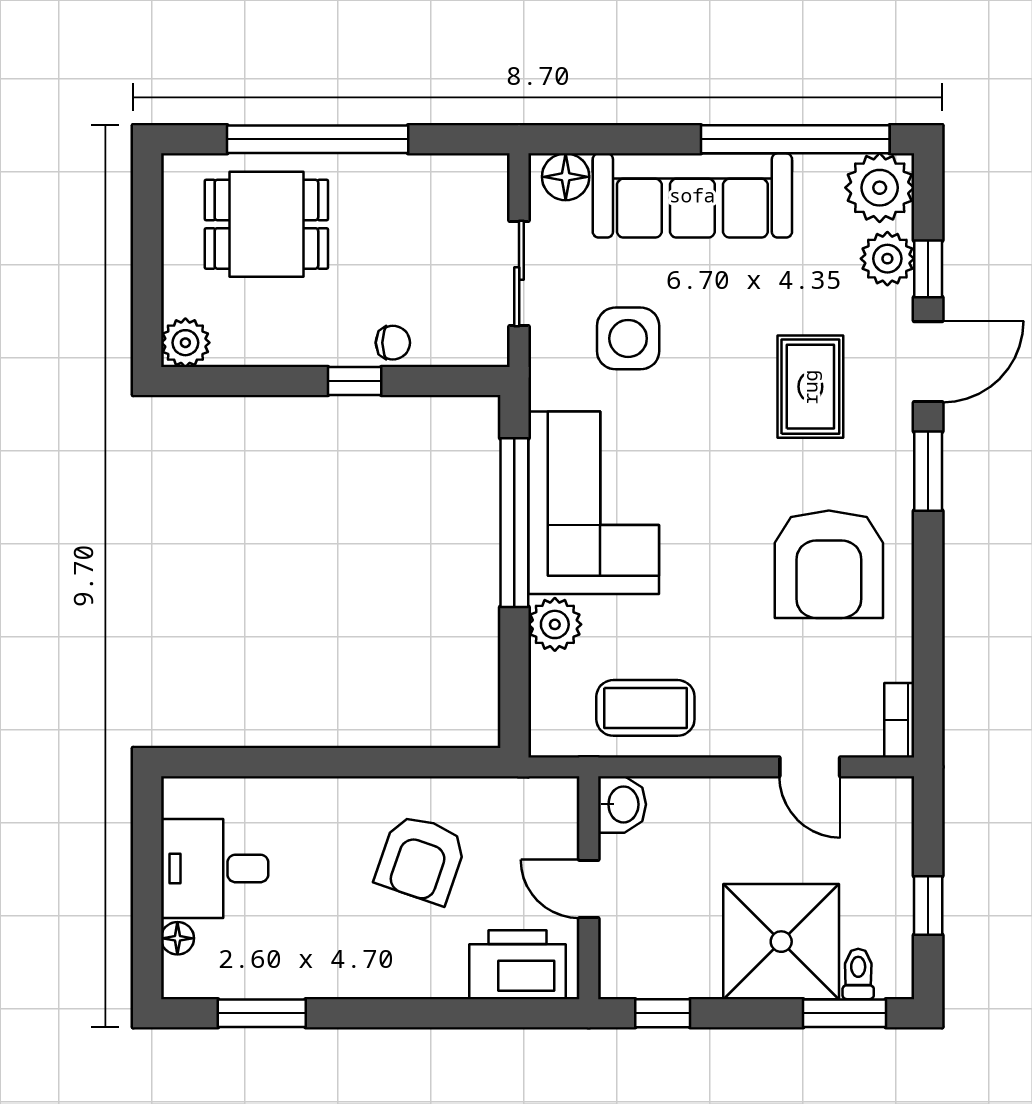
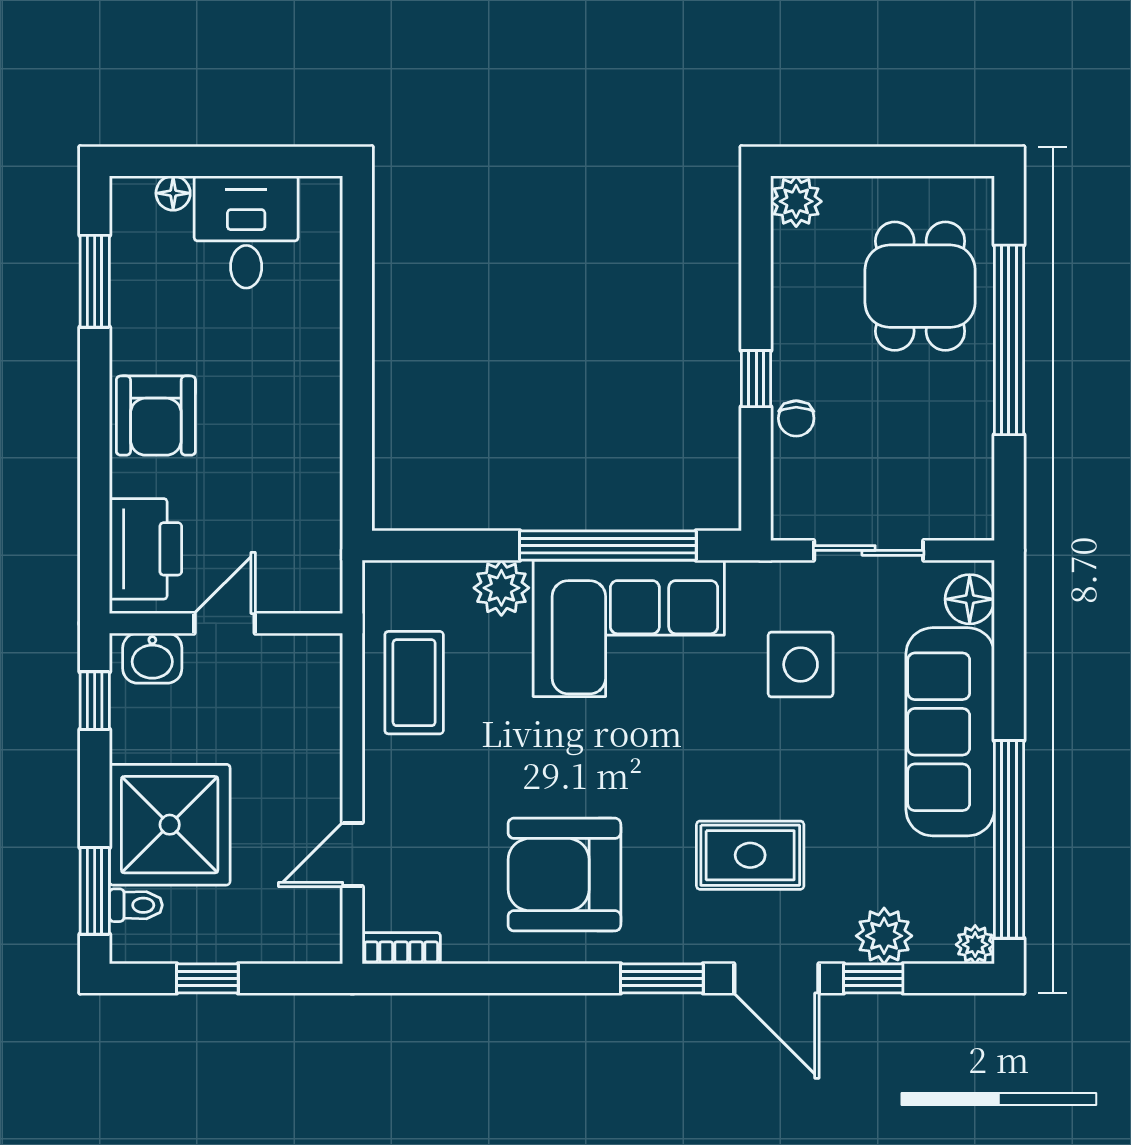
plant: (880, 188) -> (975, 945), width x0.53, depth x0.53
washbasin: (622, 804) -> (152, 658), moved
armchair: (421, 859) -> (156, 416), moved, turned -109

